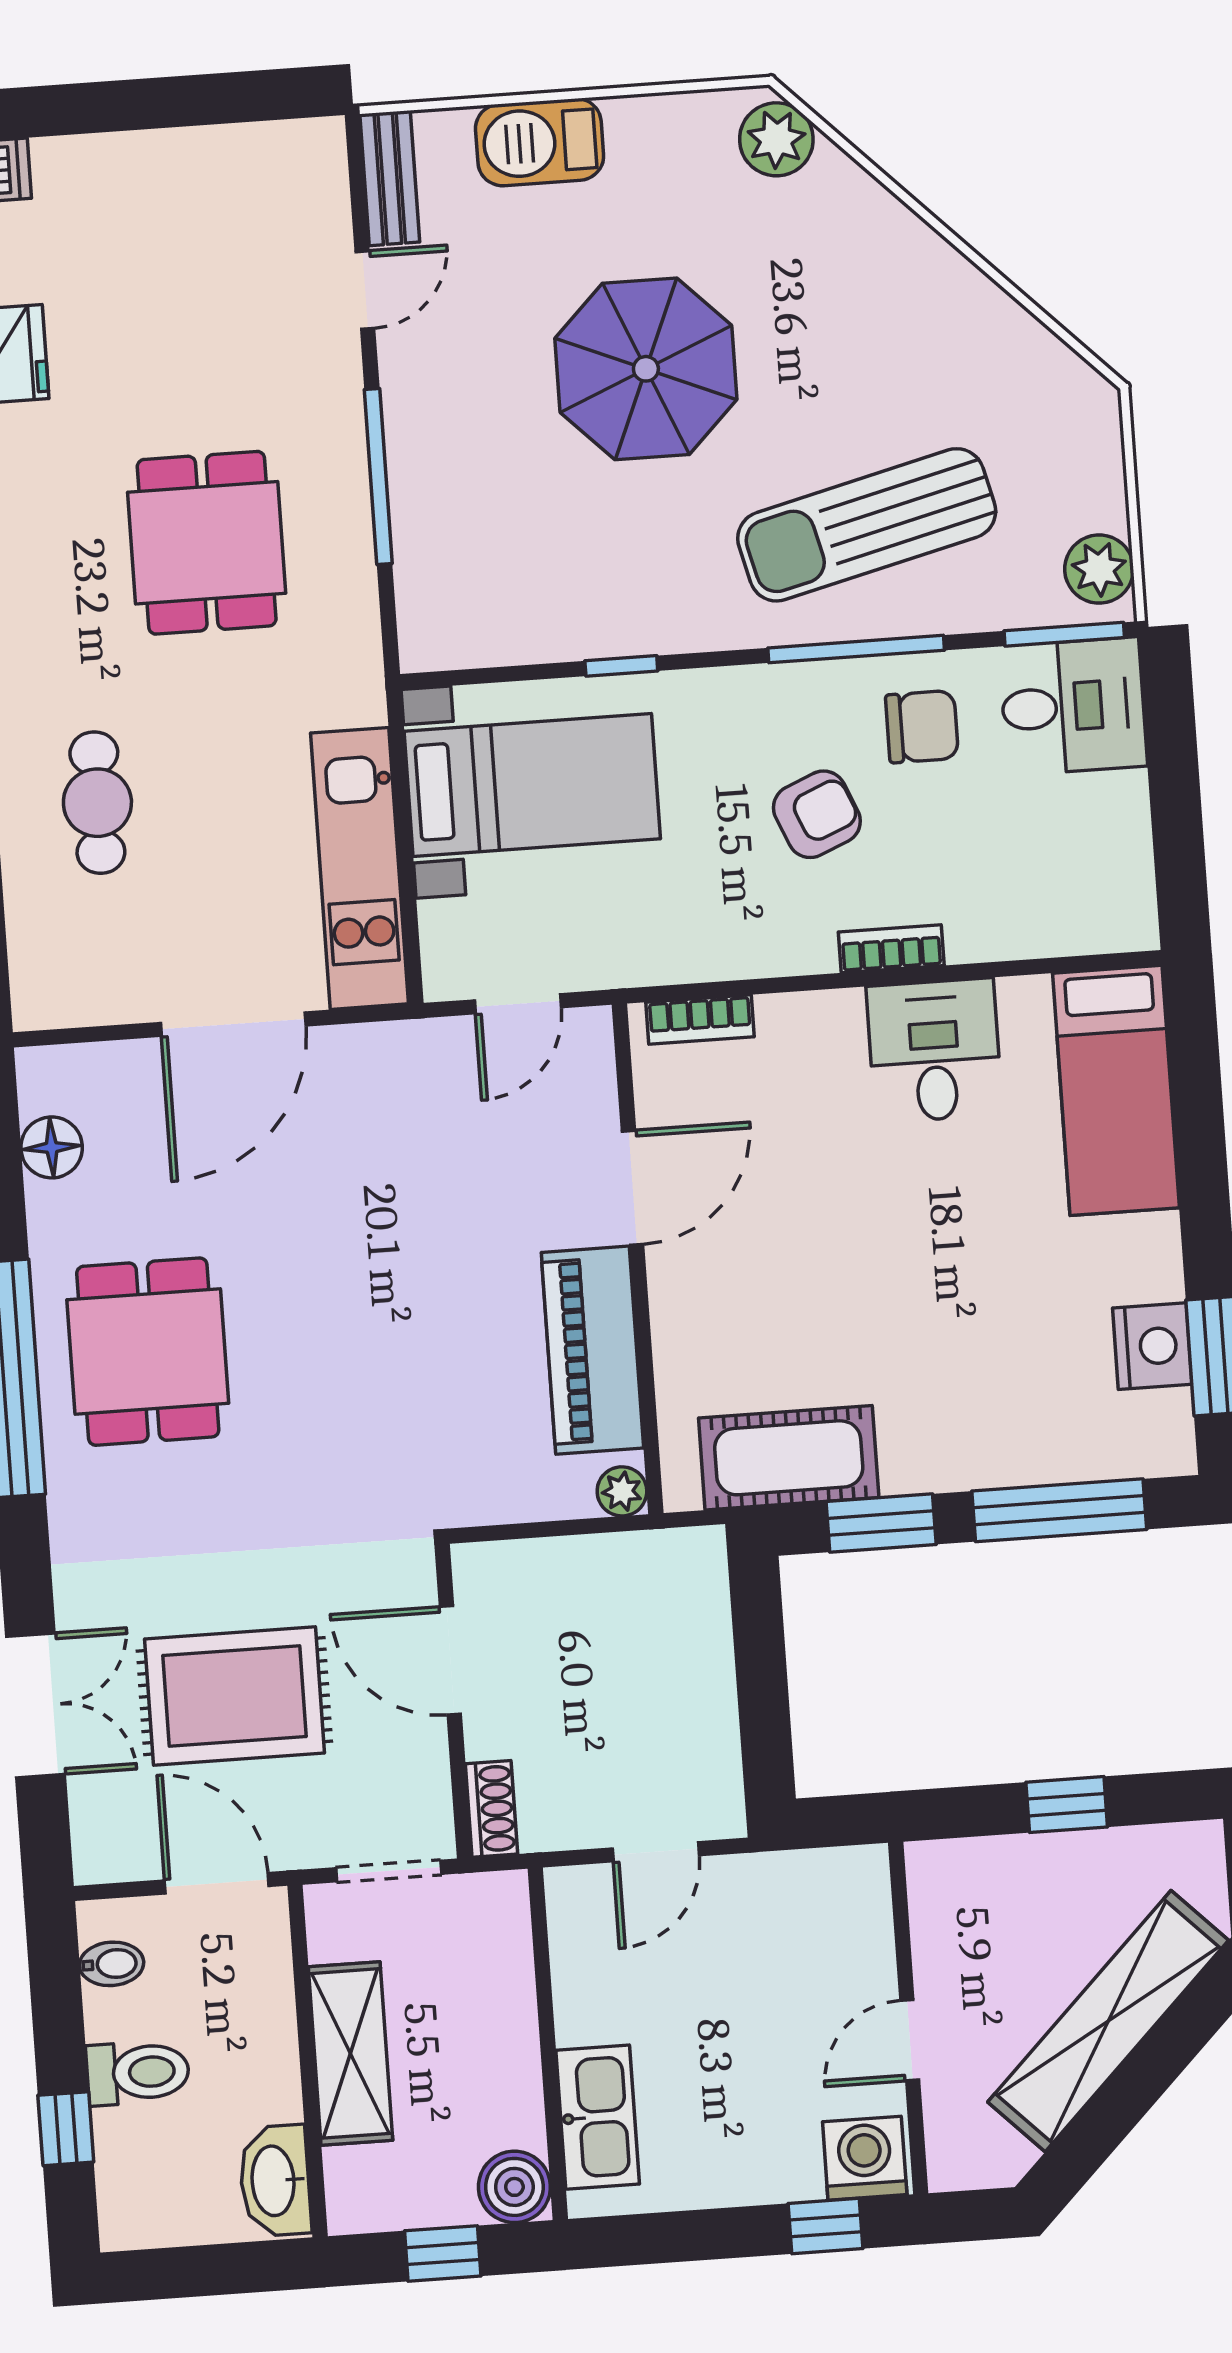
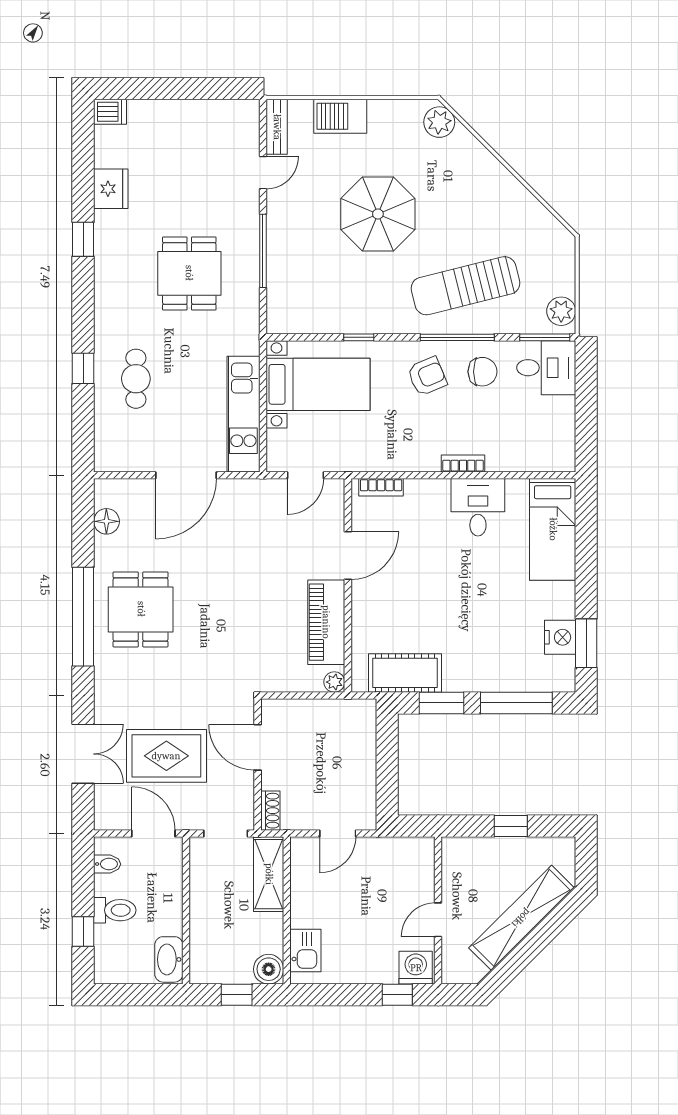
armchair: (817, 814) -> (427, 376), moved
shelving: (351, 2053) -> (269, 874), moved
kitchen sink: (598, 2117) -> (305, 951), width x0.73

